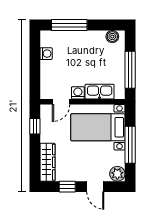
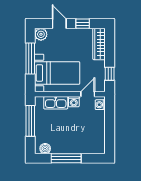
window: (69, 25) -> (66, 158), moved
washing machine: (46, 54) -> (100, 105), moved

